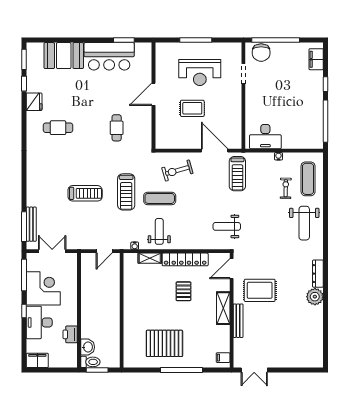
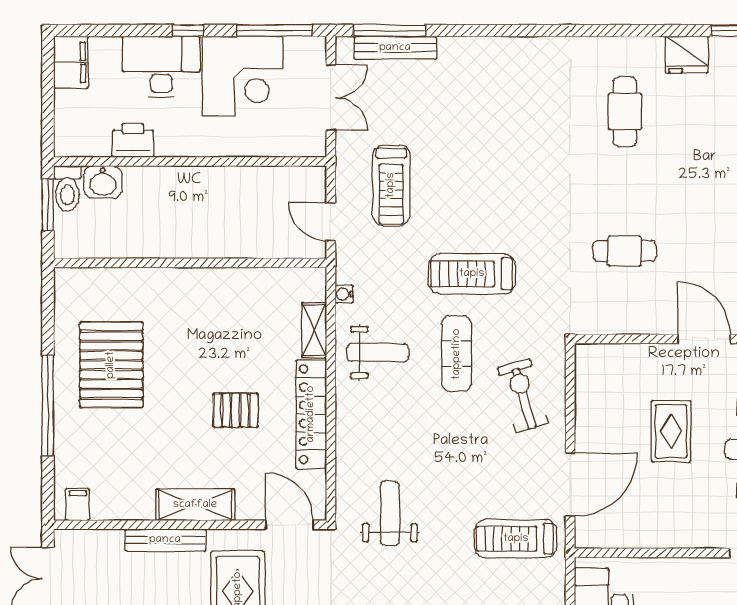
treadmill: (85, 193) -> (391, 185), moved

